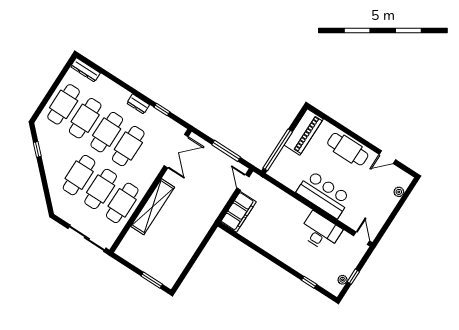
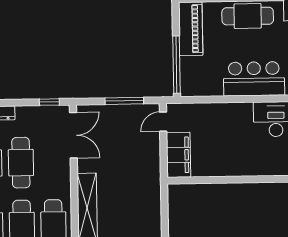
window: (162, 109) -> (49, 102), moved
door: (243, 182) -> (163, 122), hinge flipped

